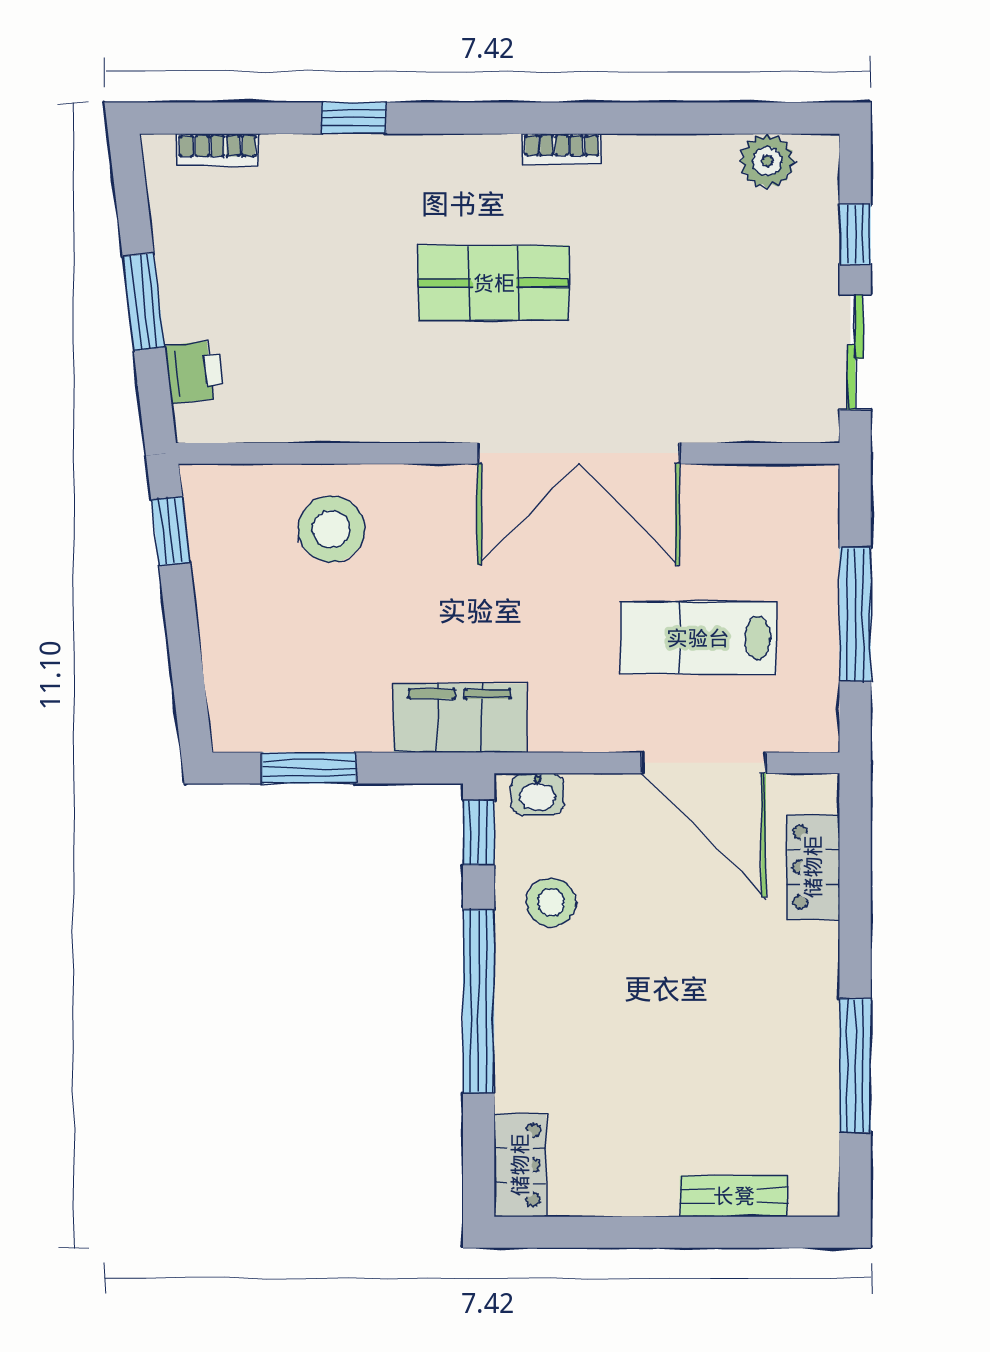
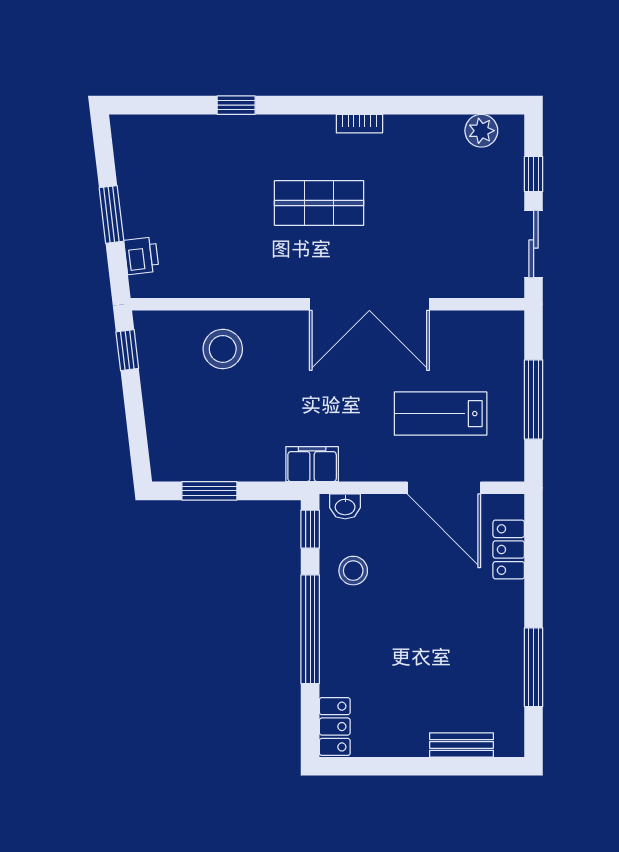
bookcase: (218, 150) -> (155, 124), removed
filing cabinet: (460, 718) -> (312, 464), width x0.67, depth x0.86

